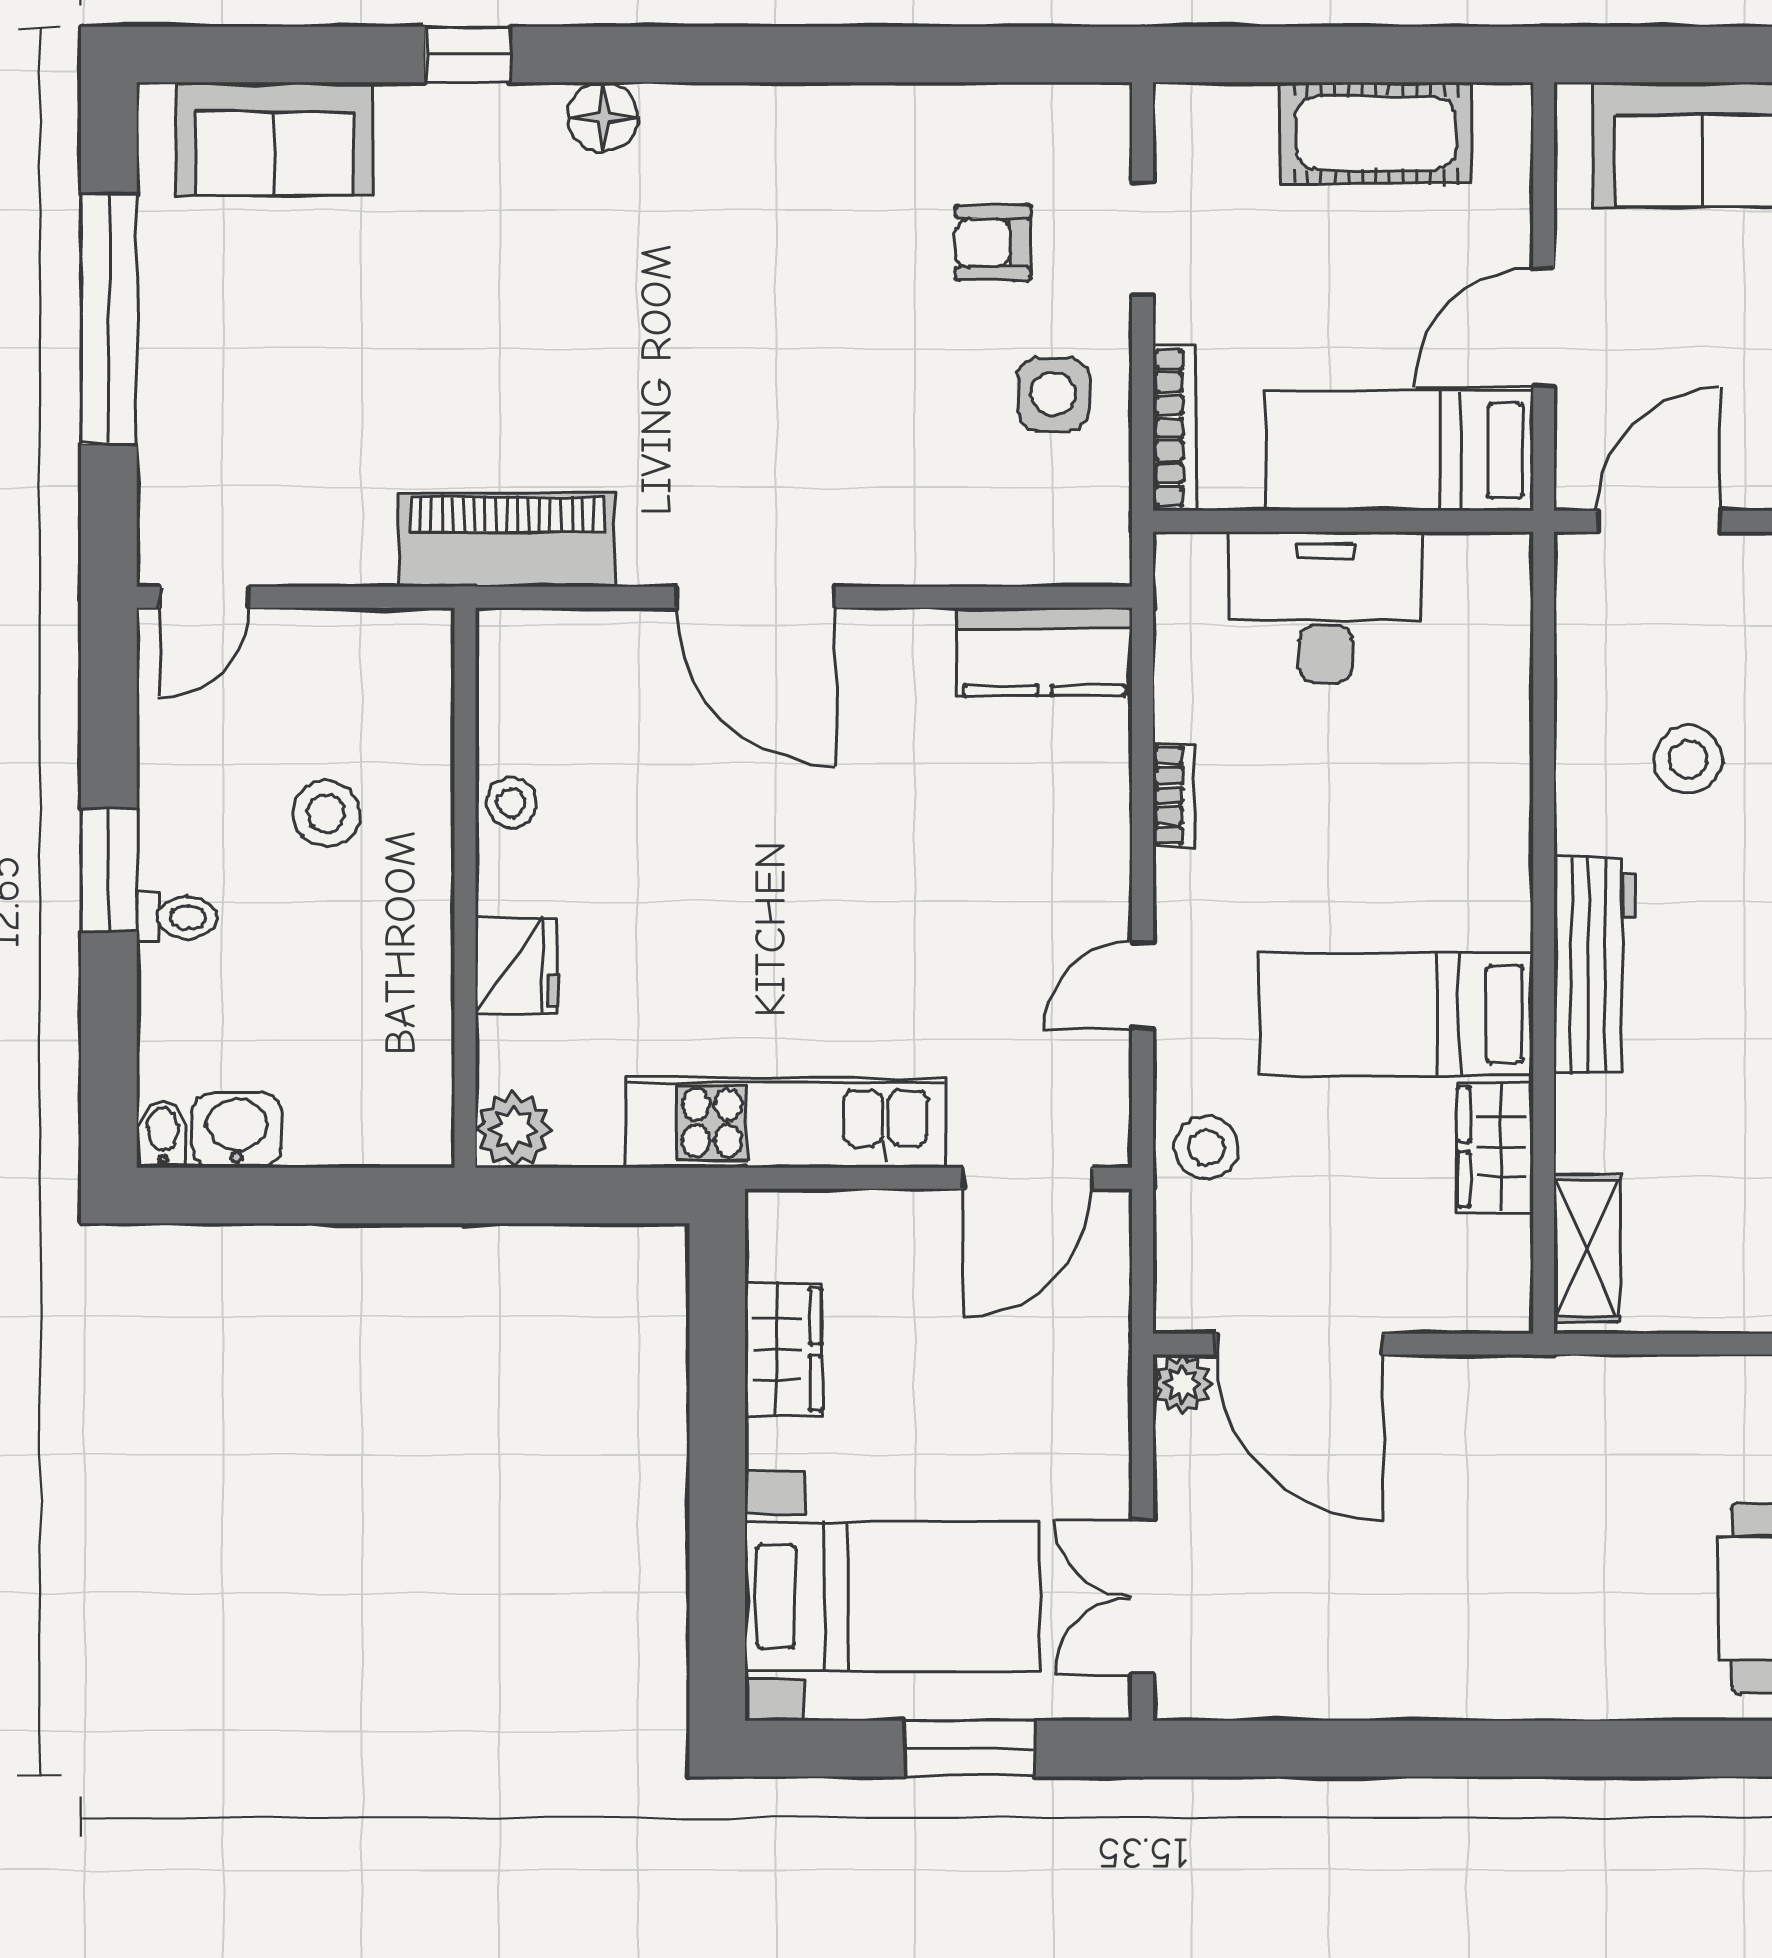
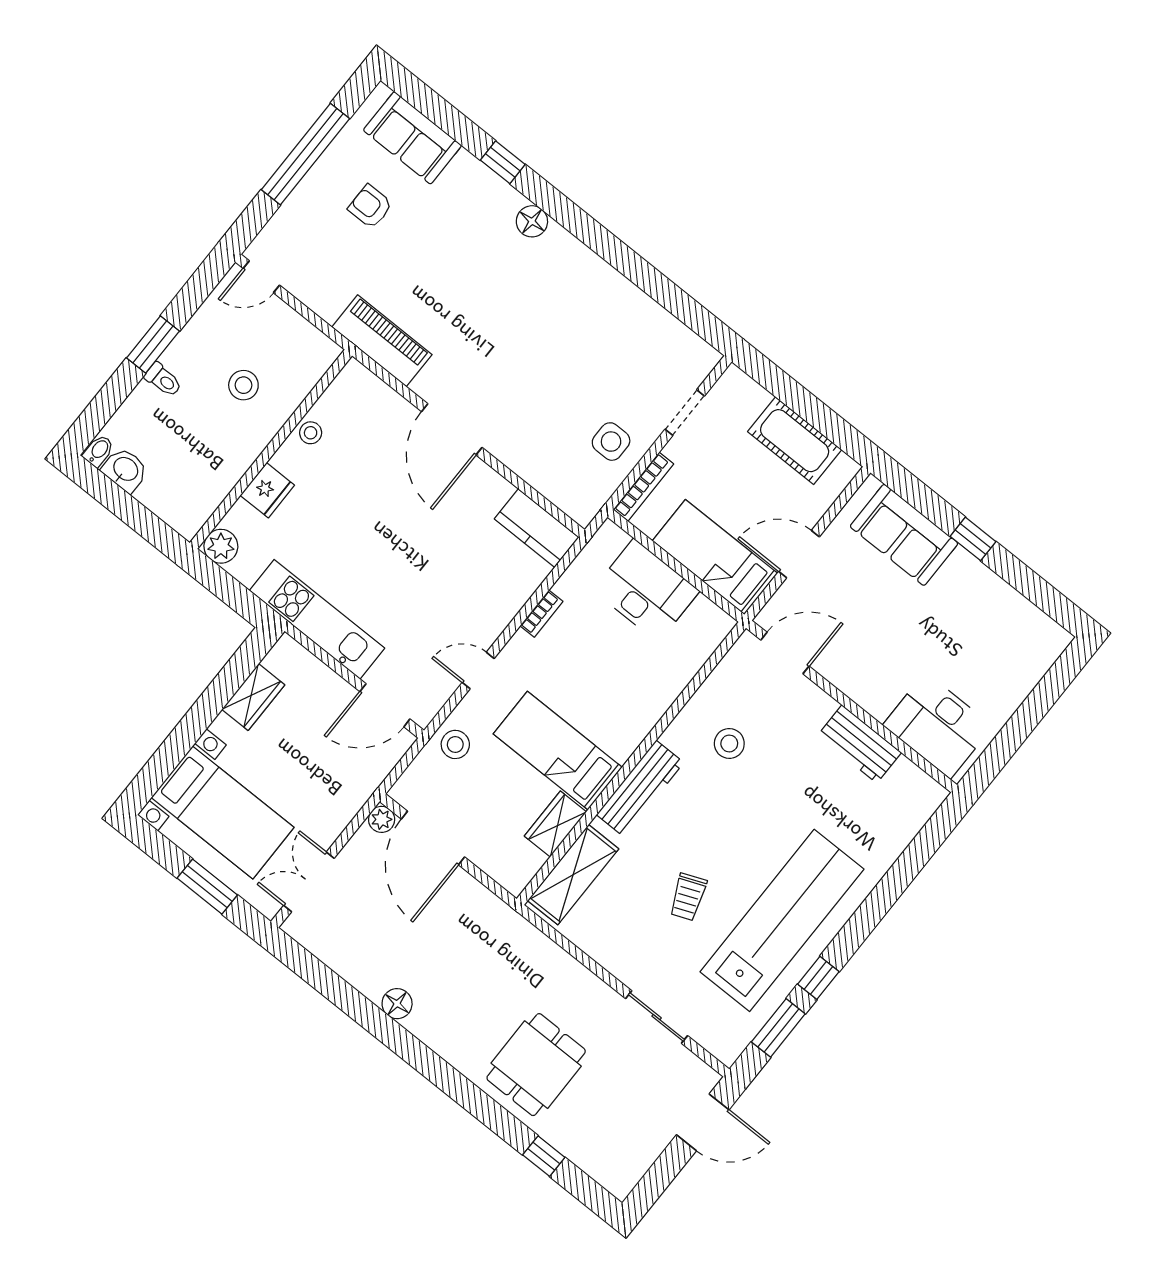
armchair: (993, 243) -> (370, 207), moved
shelving: (1587, 1248) -> (573, 875), width x1.50, depth x1.33
floor lamp: (1470, 1687) -> (397, 1004), added

